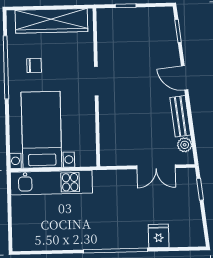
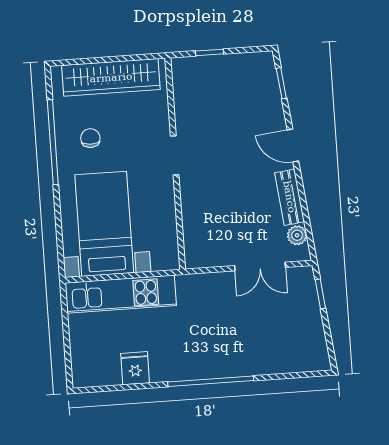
chair: (34, 65) -> (90, 138), turned -90
fridge: (159, 236) -> (135, 368), moved

